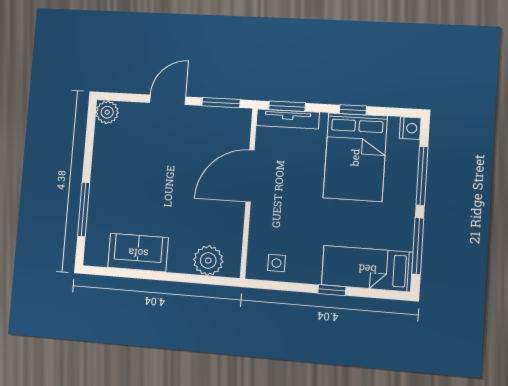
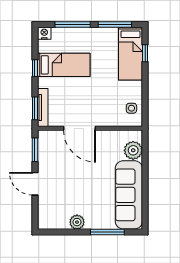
plant: (107, 112) -> (77, 222), moved
bed: (355, 157) -> (64, 65), width x0.67
sofa: (138, 253) -> (129, 195), width x1.85, depth x1.27
window: (332, 290) -> (145, 53), moved

